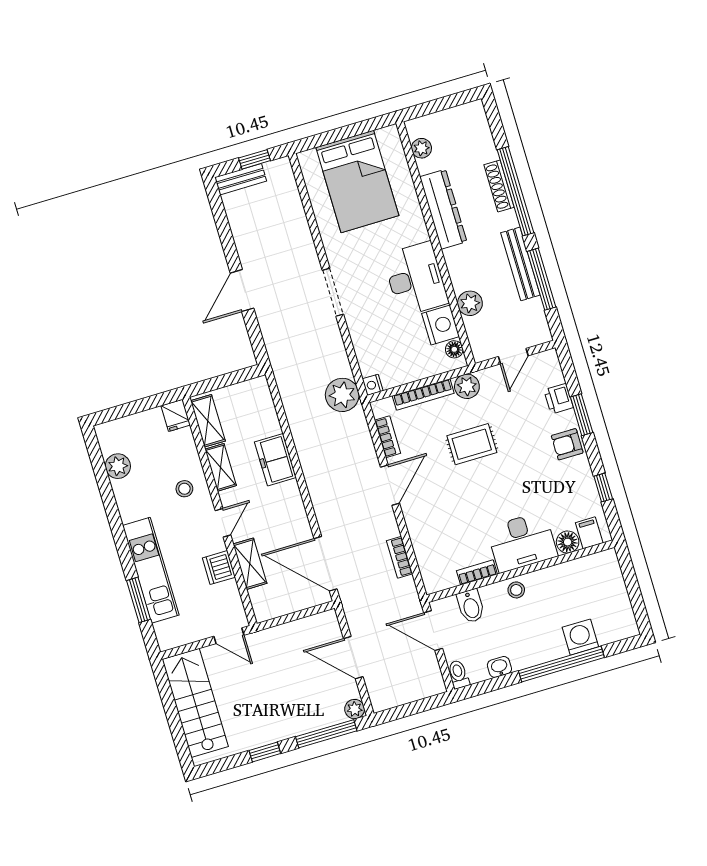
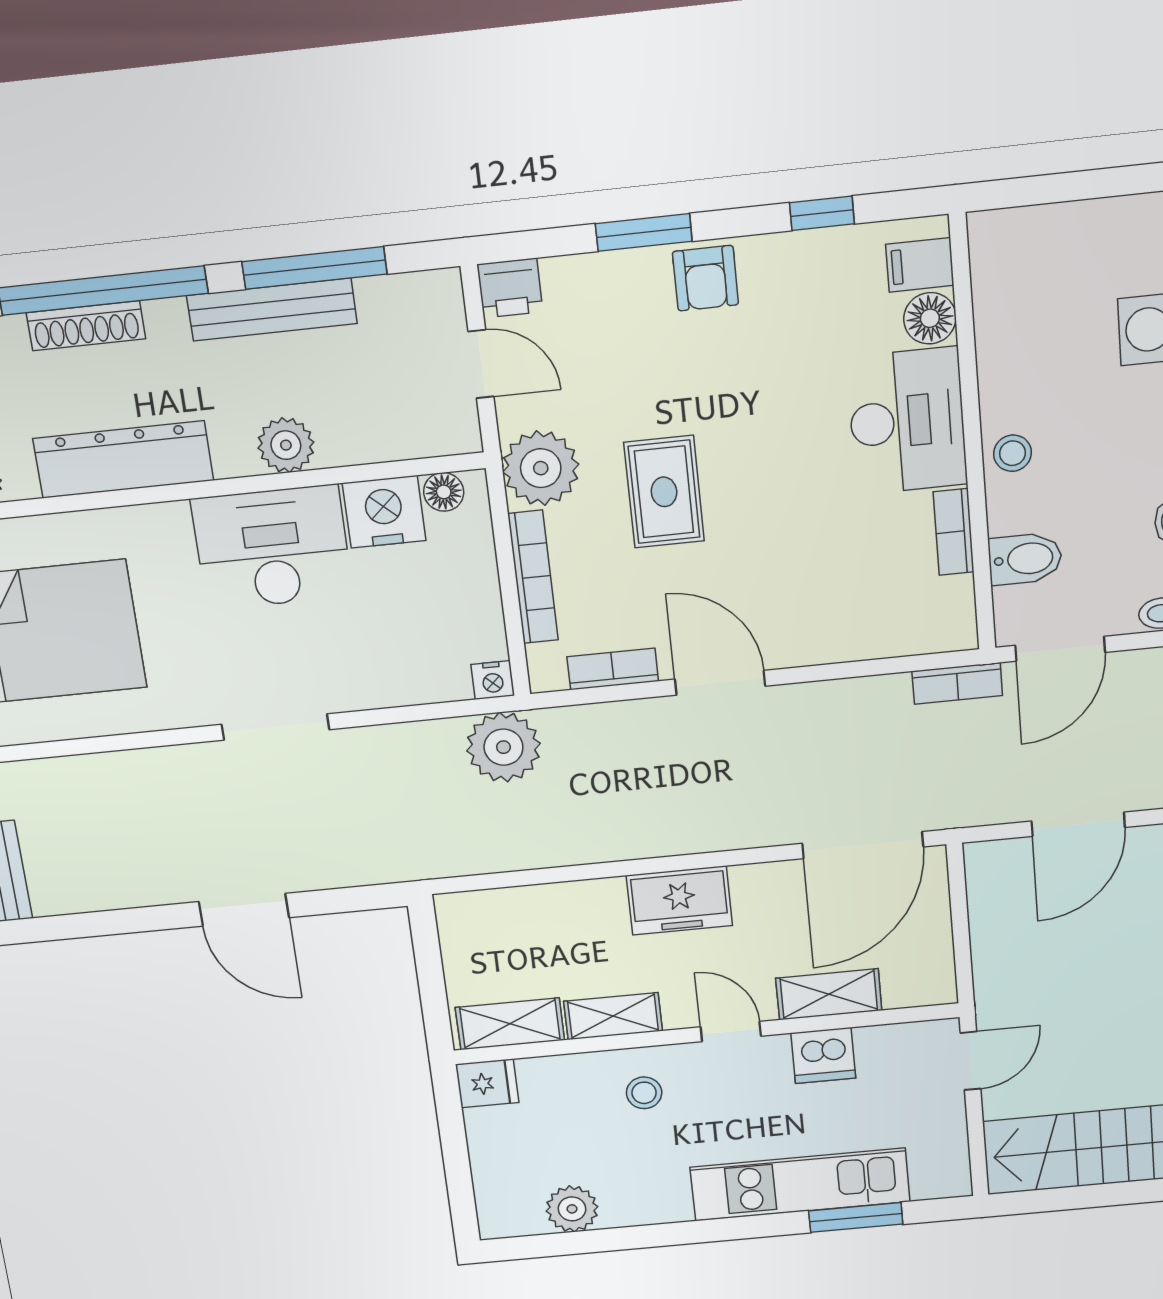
plant: (470, 303) -> (286, 445), moved
plant: (467, 386) -> (541, 468), width x1.36, depth x1.36
printer: (559, 399) -> (510, 288), moved
freezer: (275, 460) -> (679, 900), moved
bookcase: (400, 557) -> (957, 683), moved

